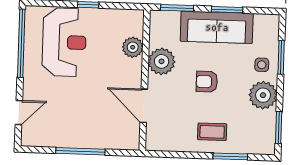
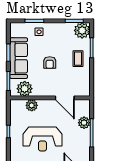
reception desk: (64, 42) -> (42, 139), moved, turned 180
plant: (162, 61) -> (25, 89), moved
plant: (263, 95) -> (82, 30), moved
door: (144, 106) -> (65, 98), hinge flipped
plant: (99, 138) -> (84, 123), added

